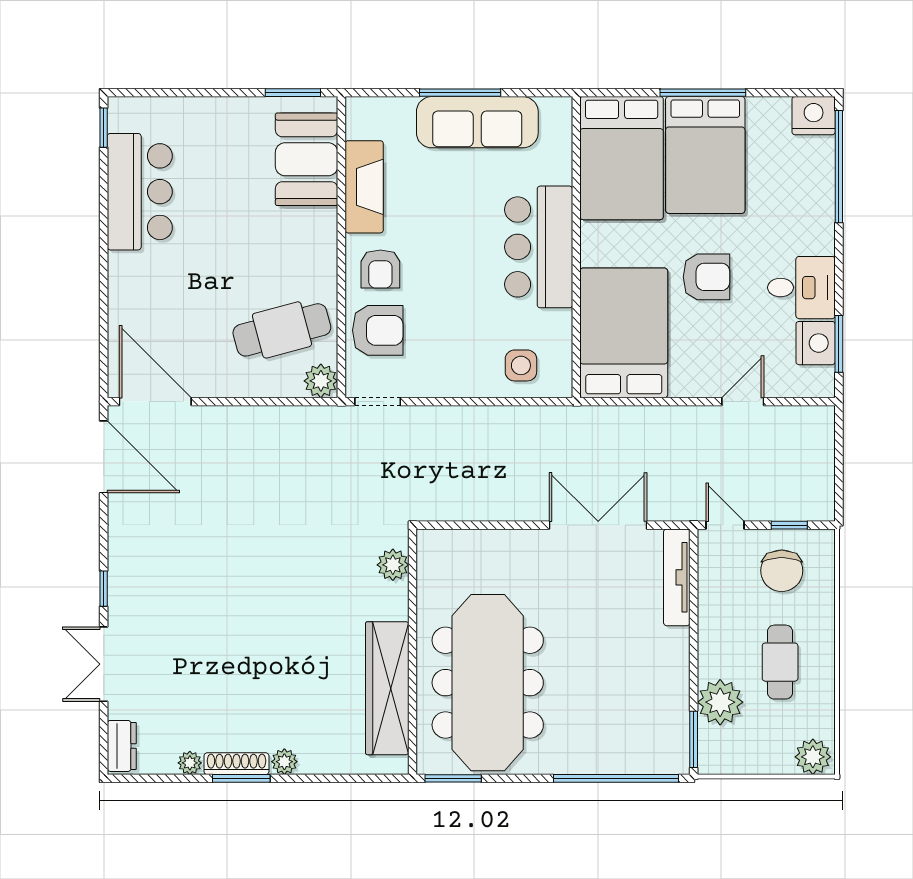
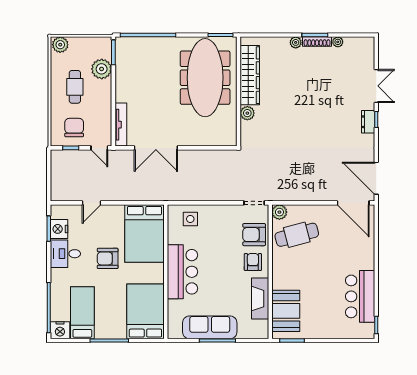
bed: (705, 155) -> (82, 313), moved, width x0.67
plant: (393, 565) -> (247, 113), moved
dresser: (122, 746) -> (368, 122), moved

